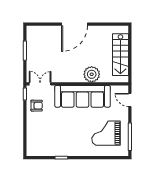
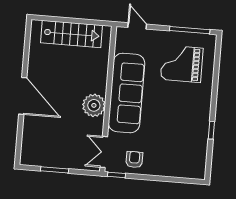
plant: (92, 74) -> (94, 105), moved
door: (130, 100) -> (137, 26), swing flipped
grand piano: (106, 133) -> (182, 64), turned 90

